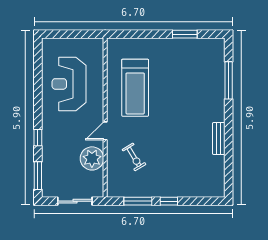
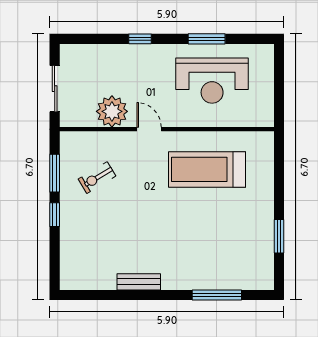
reception desk: (69, 84) -> (212, 81), turned 180
exercise bike: (134, 157) -> (97, 178), moved
window: (38, 176) -> (207, 39), moved

